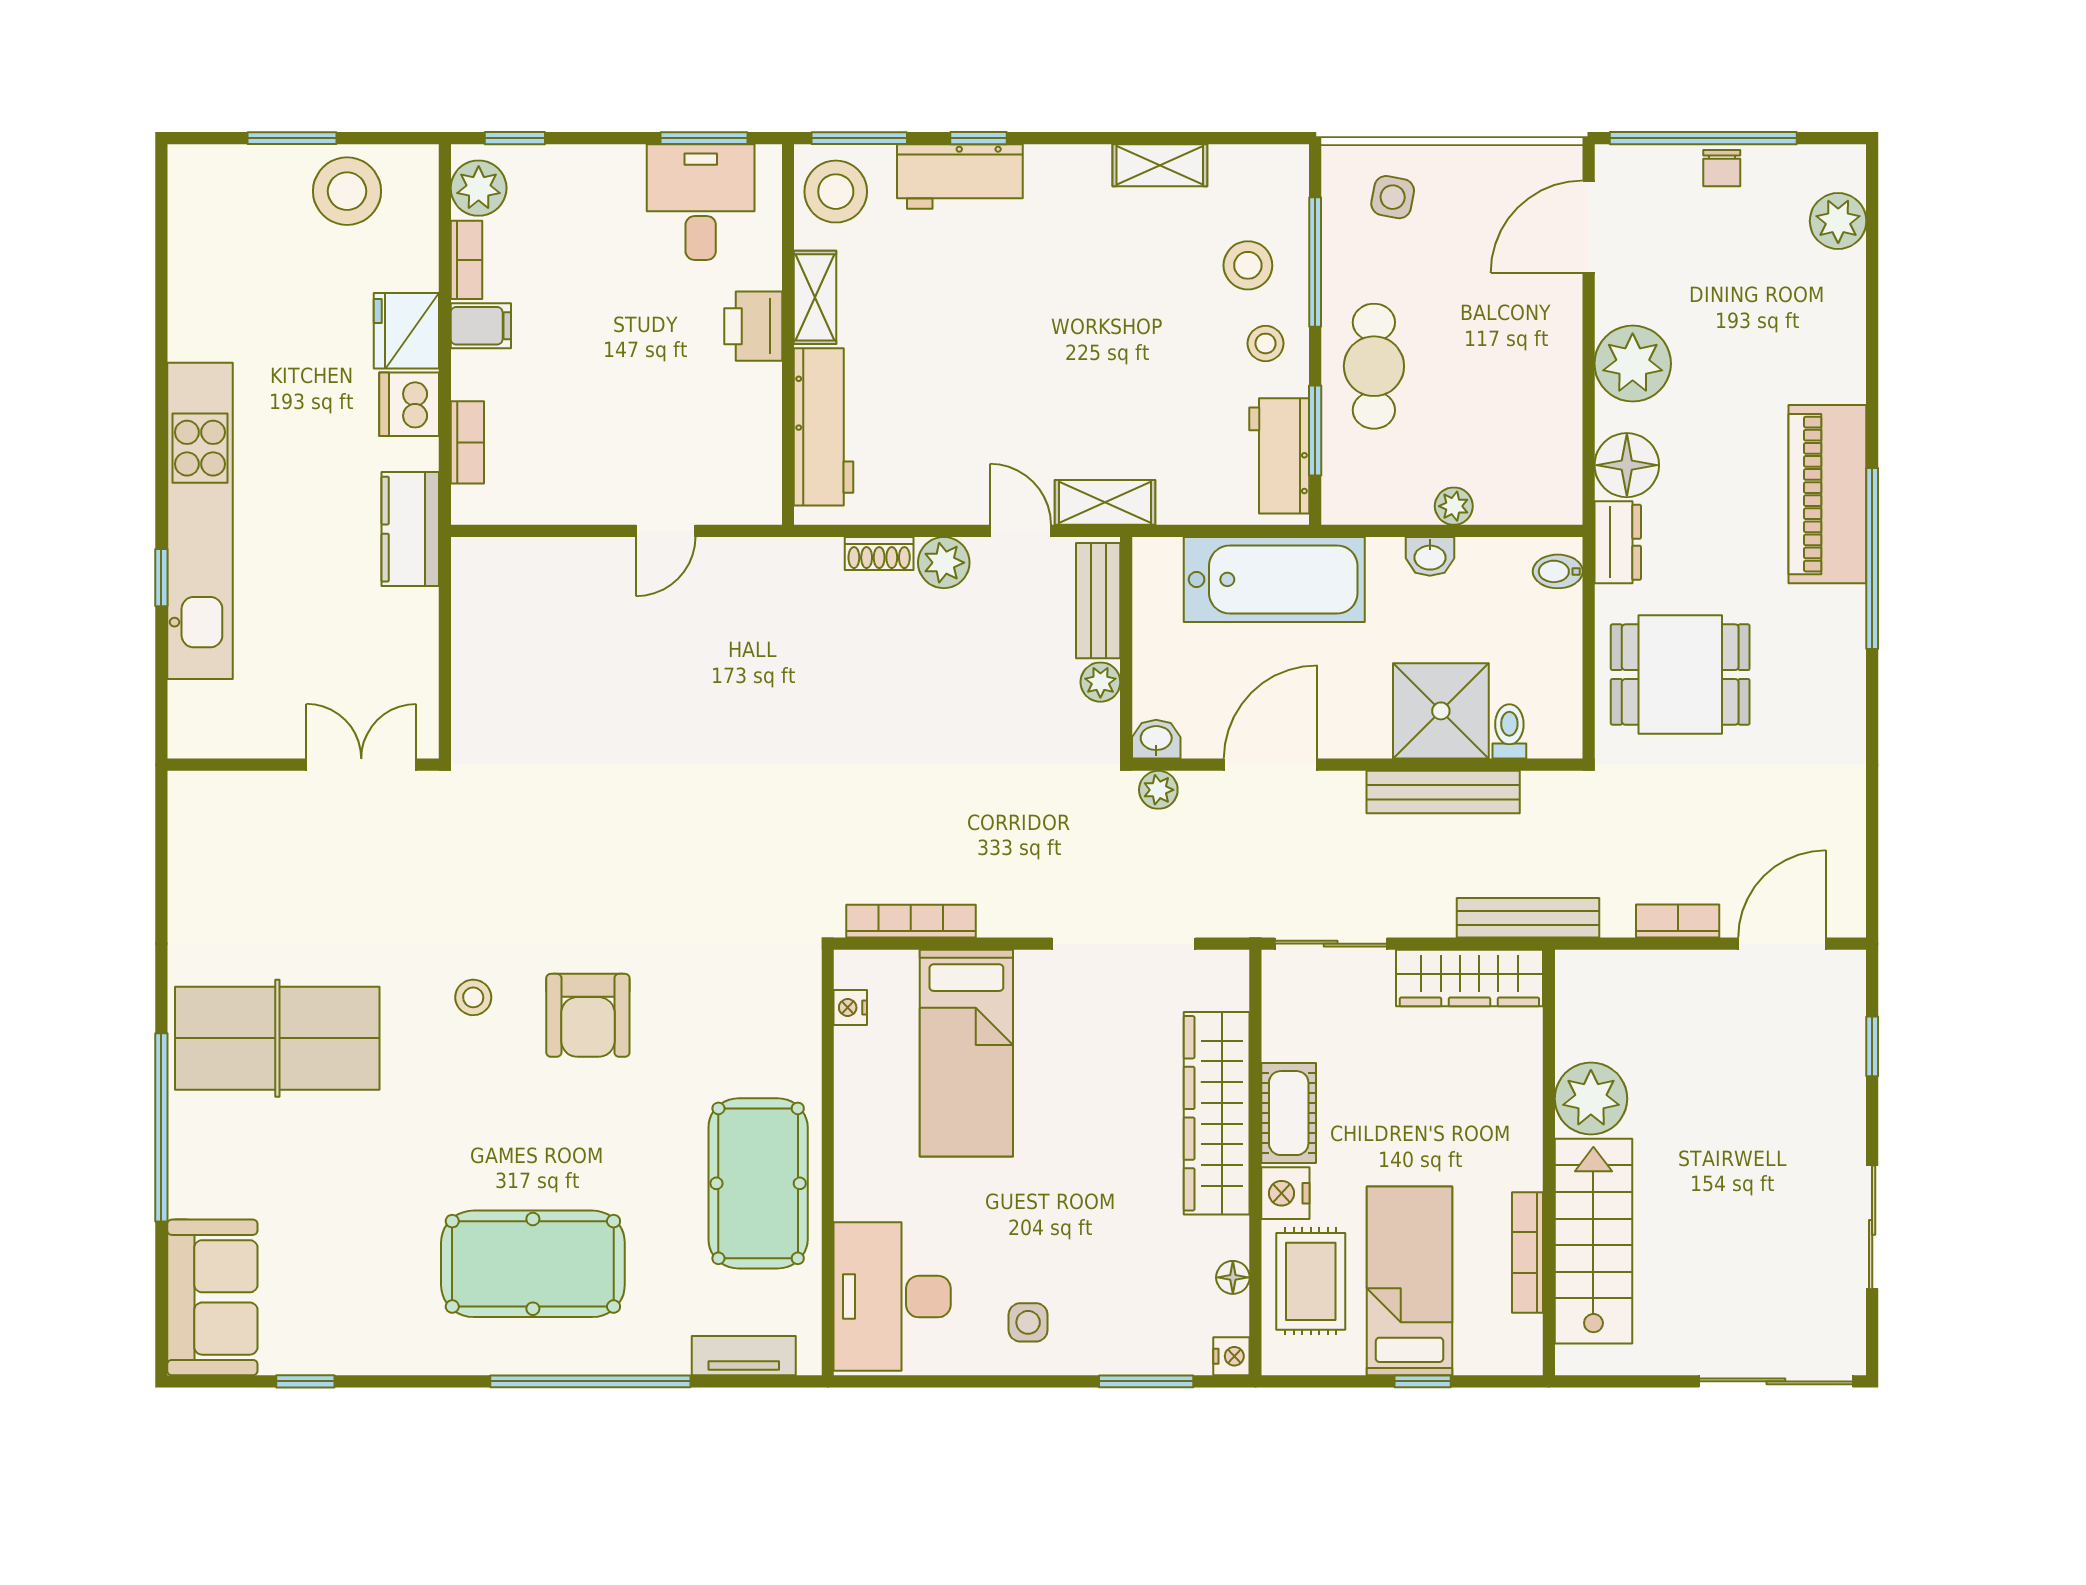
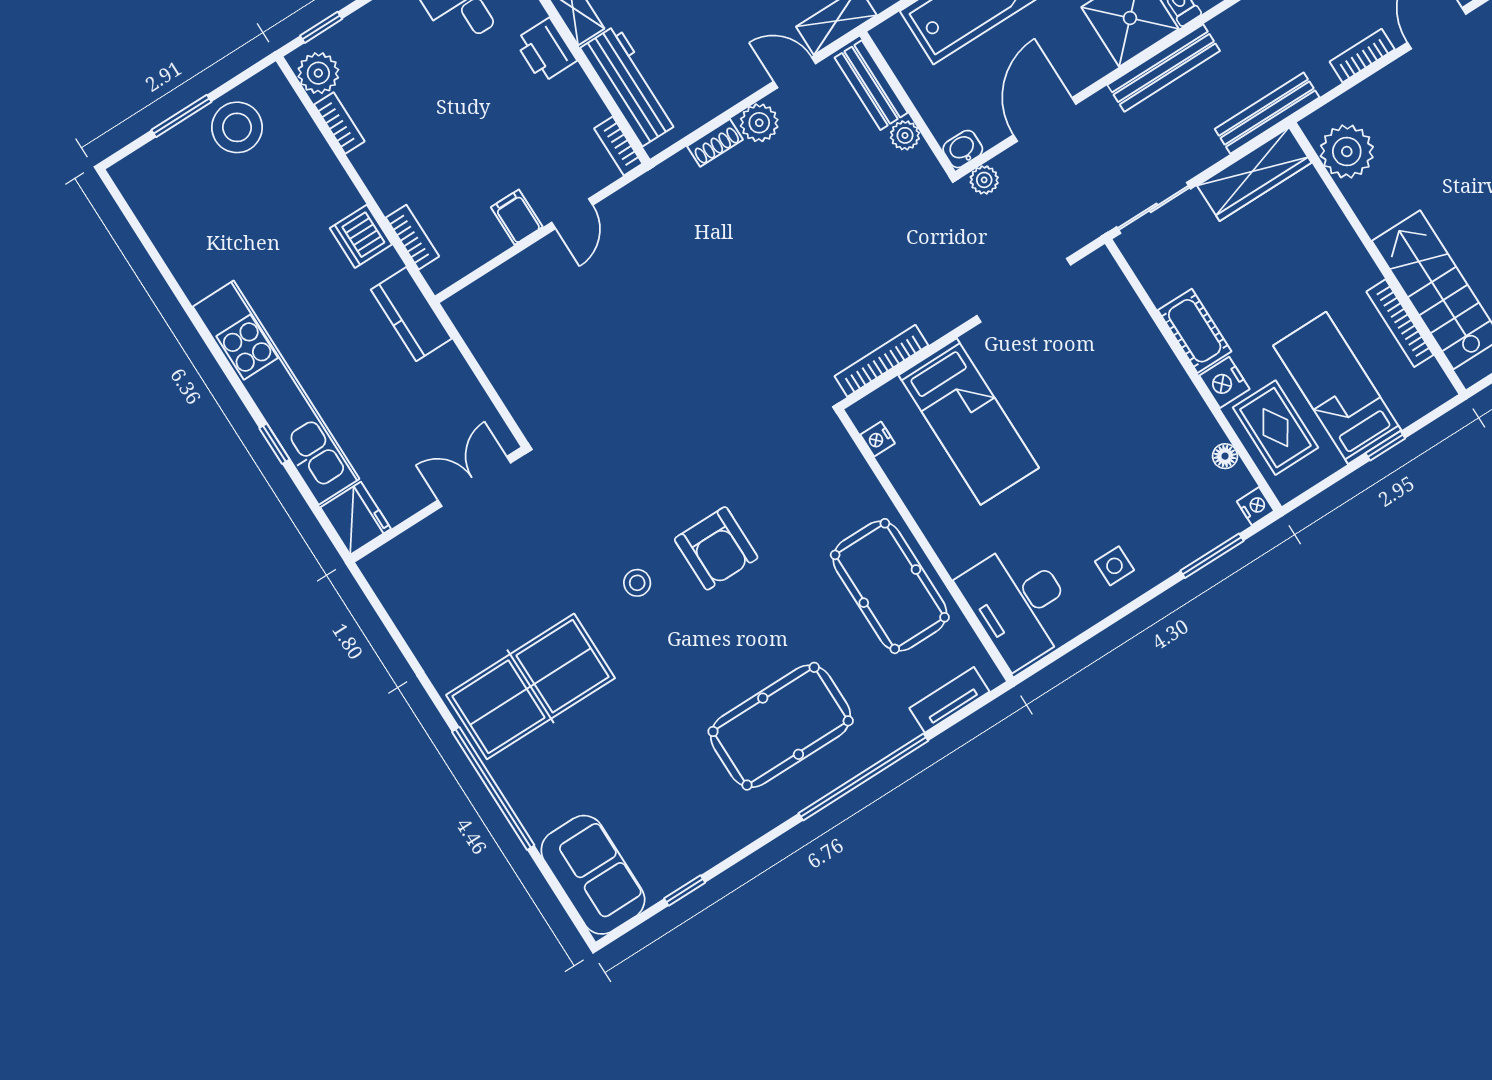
filing cabinet: (481, 326) -> (517, 217), moved, turned -90
fridge: (406, 331) -> (356, 518), moved, turned 180
bookcase: (767, 487) -> (618, 146), added
plant: (1591, 1099) -> (1347, 151), moved
wardrobe: (1217, 1113) -> (1150, 360), removed

